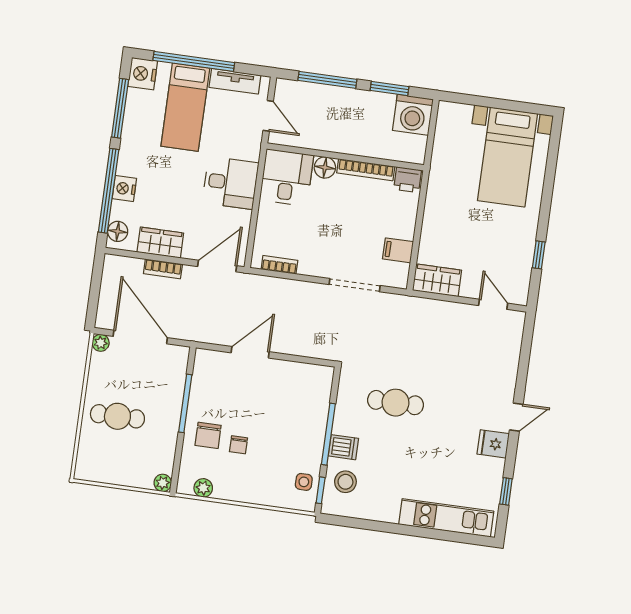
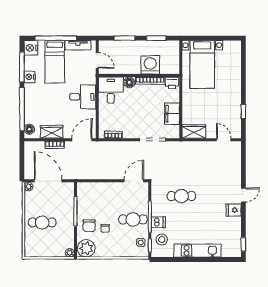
window: (327, 80) -> (124, 38), width x0.69
washing machine: (413, 115) -> (150, 65), moved, turned 180
bed with nightstands: (508, 157) -> (202, 64), moved
nightstand: (124, 188) -> (30, 77), moved
filing cabinet: (398, 250) -> (172, 114), width x2.00
door: (250, 352) -> (134, 181), moved
cafe table: (295, 435) -> (133, 219), added
plant: (203, 488) -> (86, 248), width x1.87, depth x1.87
window: (506, 491) -> (243, 244), moved
kitchen unit: (446, 518) -> (197, 251), moved

